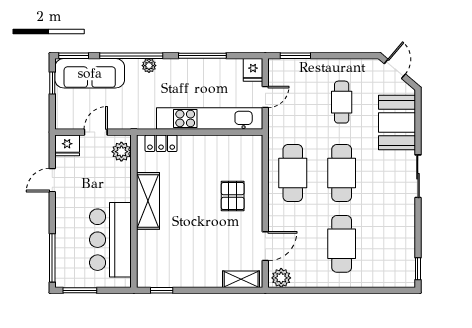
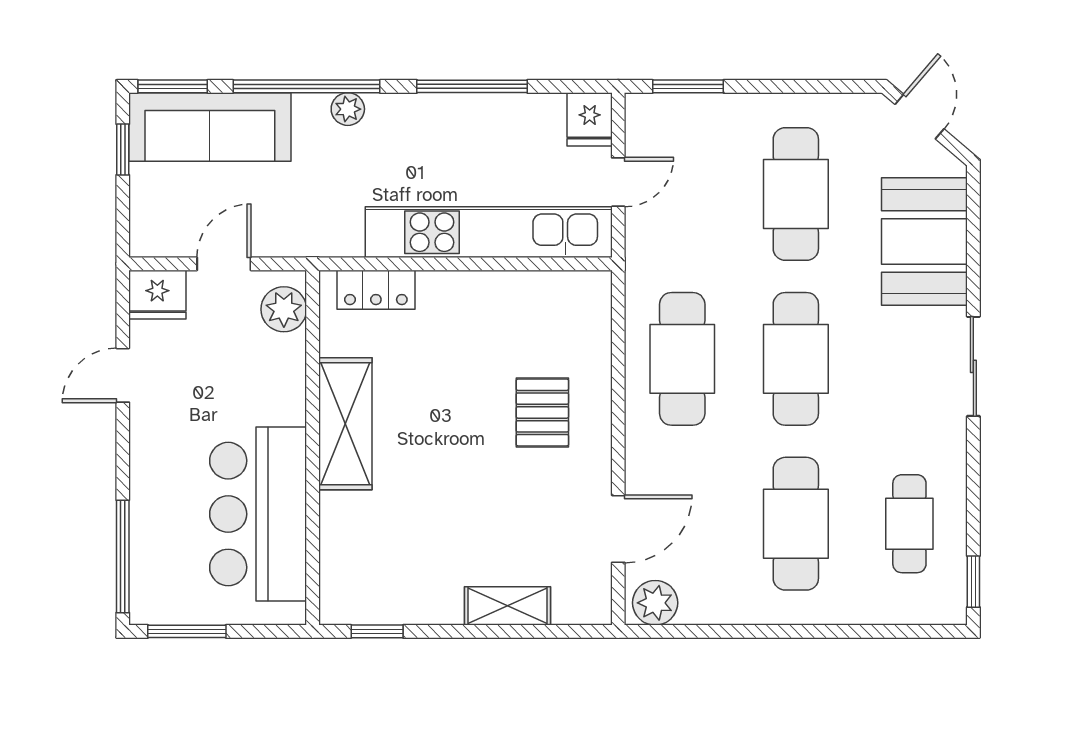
cafe table: (342, 102) -> (796, 194), width x1.37, depth x1.35
cafe table: (390, 244) -> (909, 524), added
shelving: (241, 279) -> (507, 606), moved

